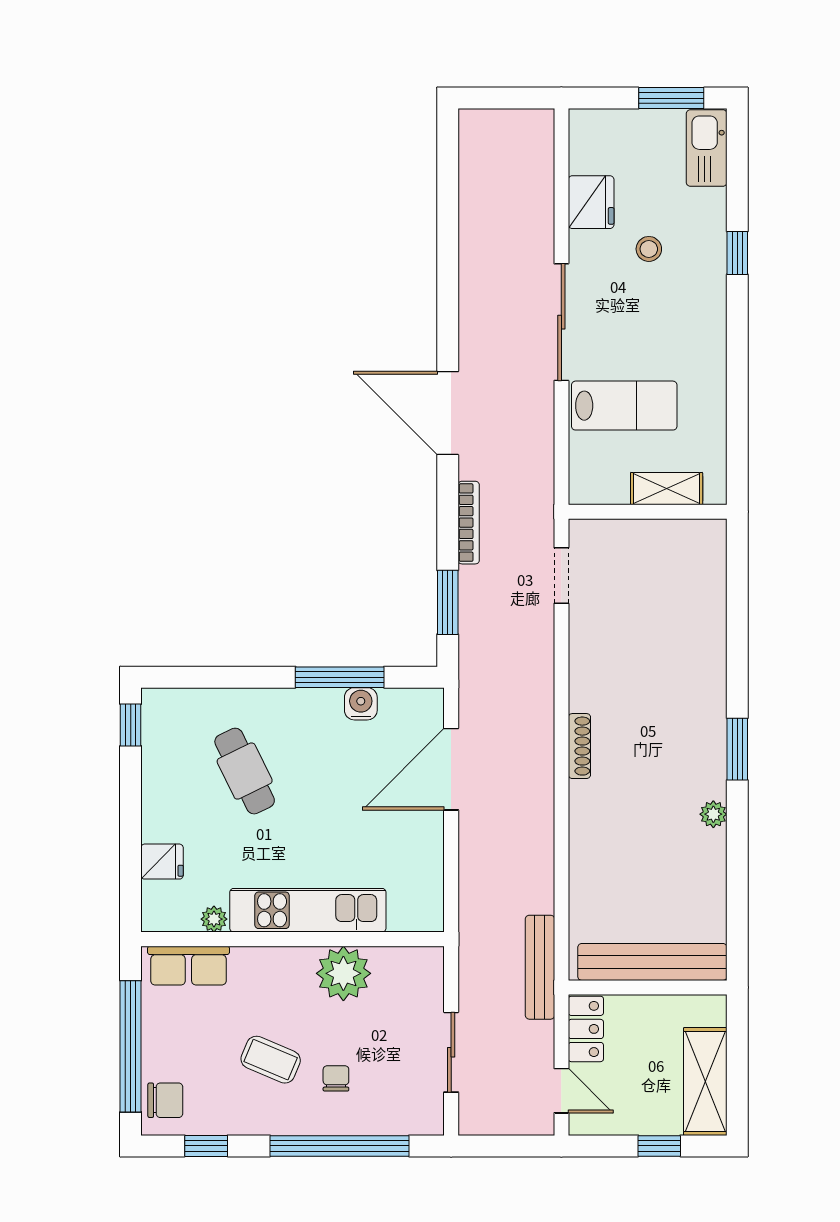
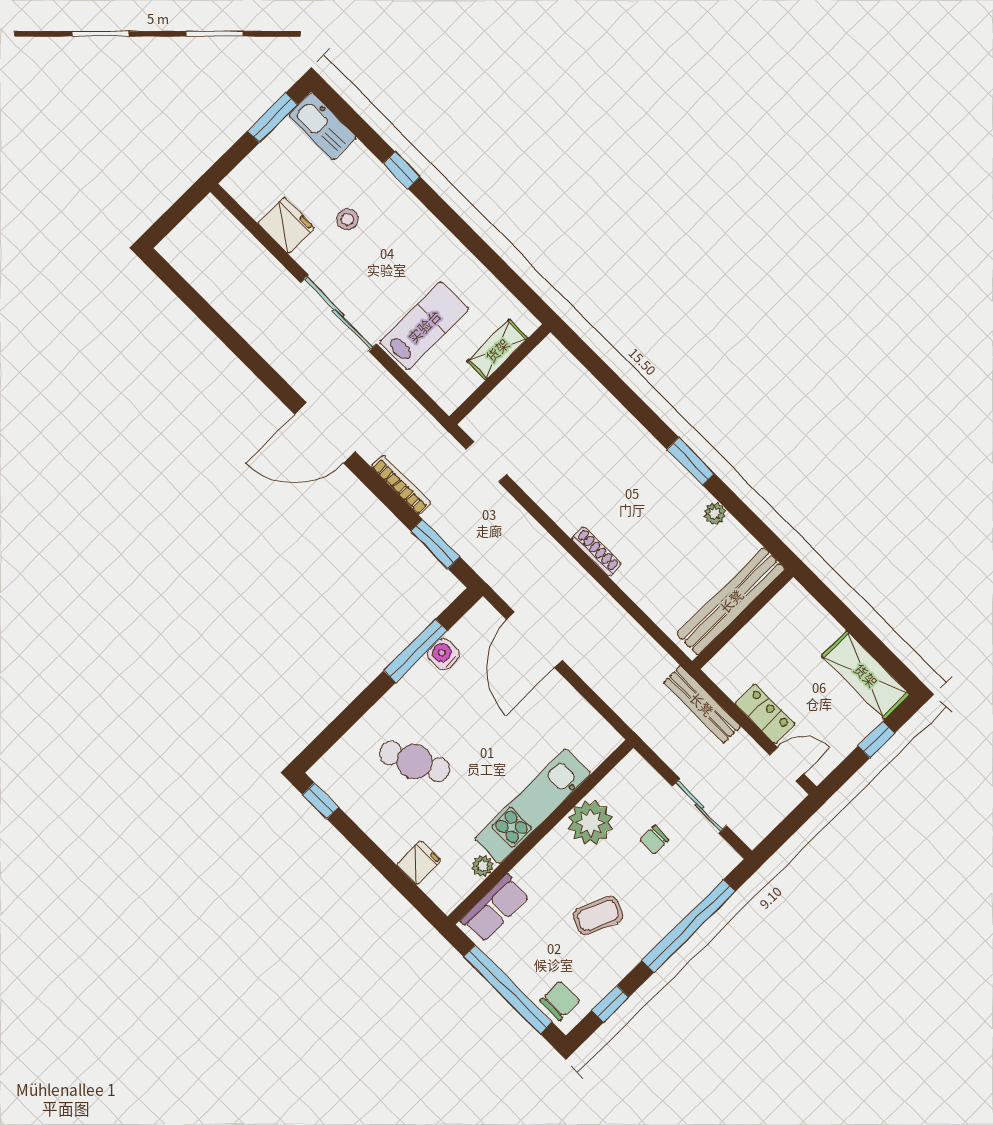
bench: (652, 962) -> (731, 601), moved
wall: (648, 987) -> (743, 619), moved
chair: (336, 1078) -> (654, 840), moved, turned -90

